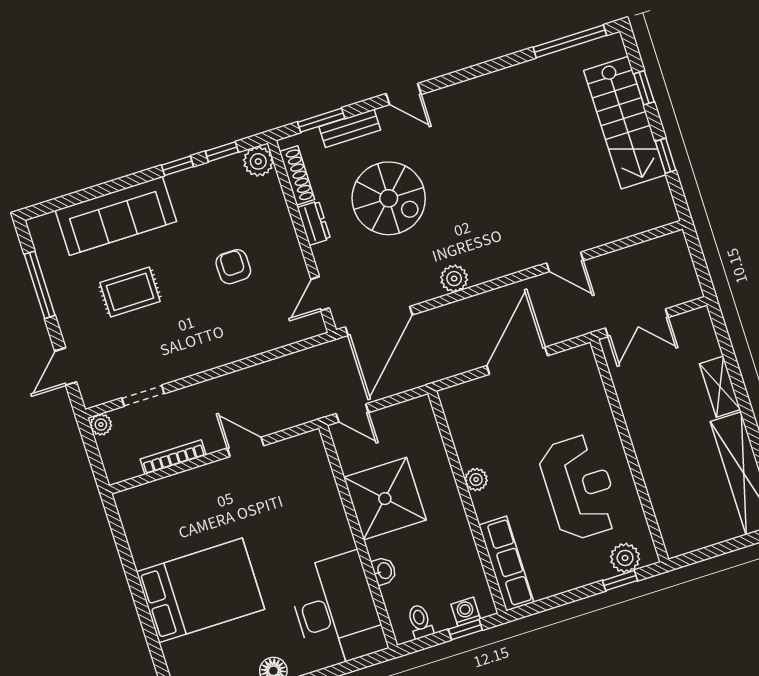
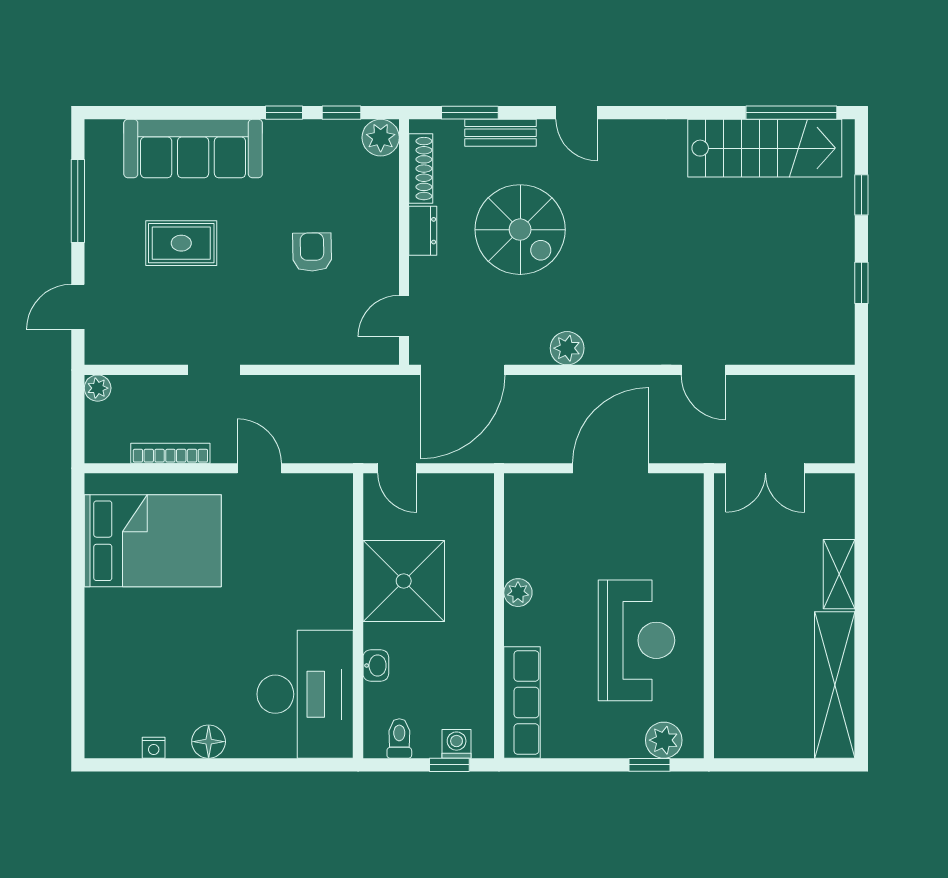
stairs: (625, 123) -> (765, 148), moved, turned -90
doorway: (143, 396) -> (214, 370), moved
bed: (200, 590) -> (153, 541), moved

